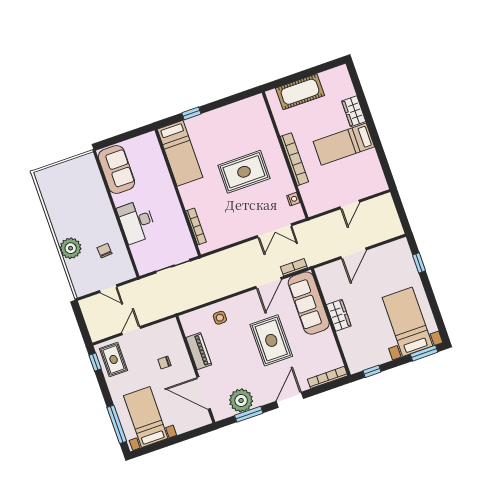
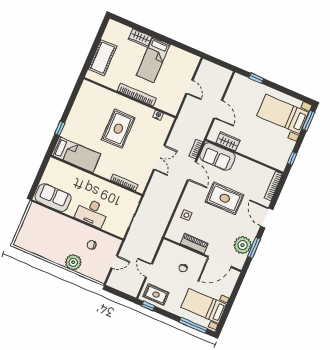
double door: (275, 231) -> (159, 157), moved
sofa: (309, 303) -> (217, 157), width x0.73
wardrobe: (339, 315) -> (228, 142), moved

